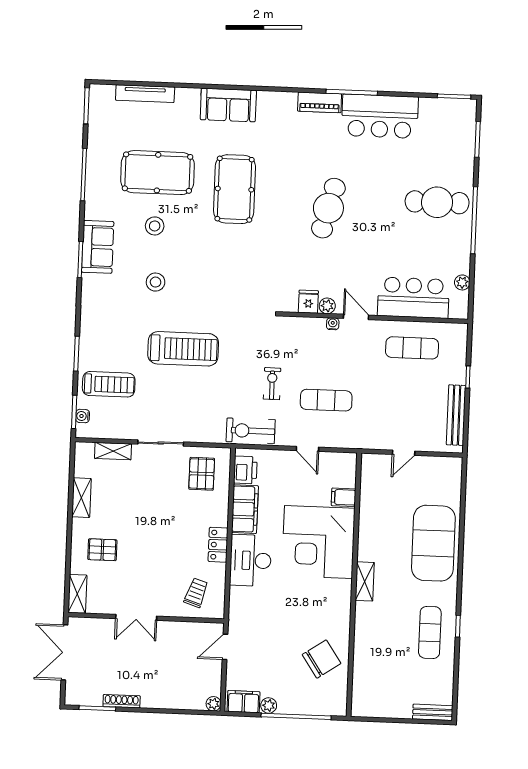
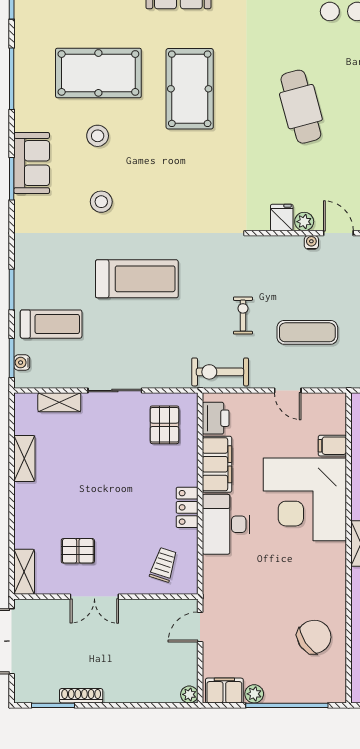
cafe table: (328, 208) -> (301, 107), turned -30
pallet: (102, 550) -> (78, 551), moved

